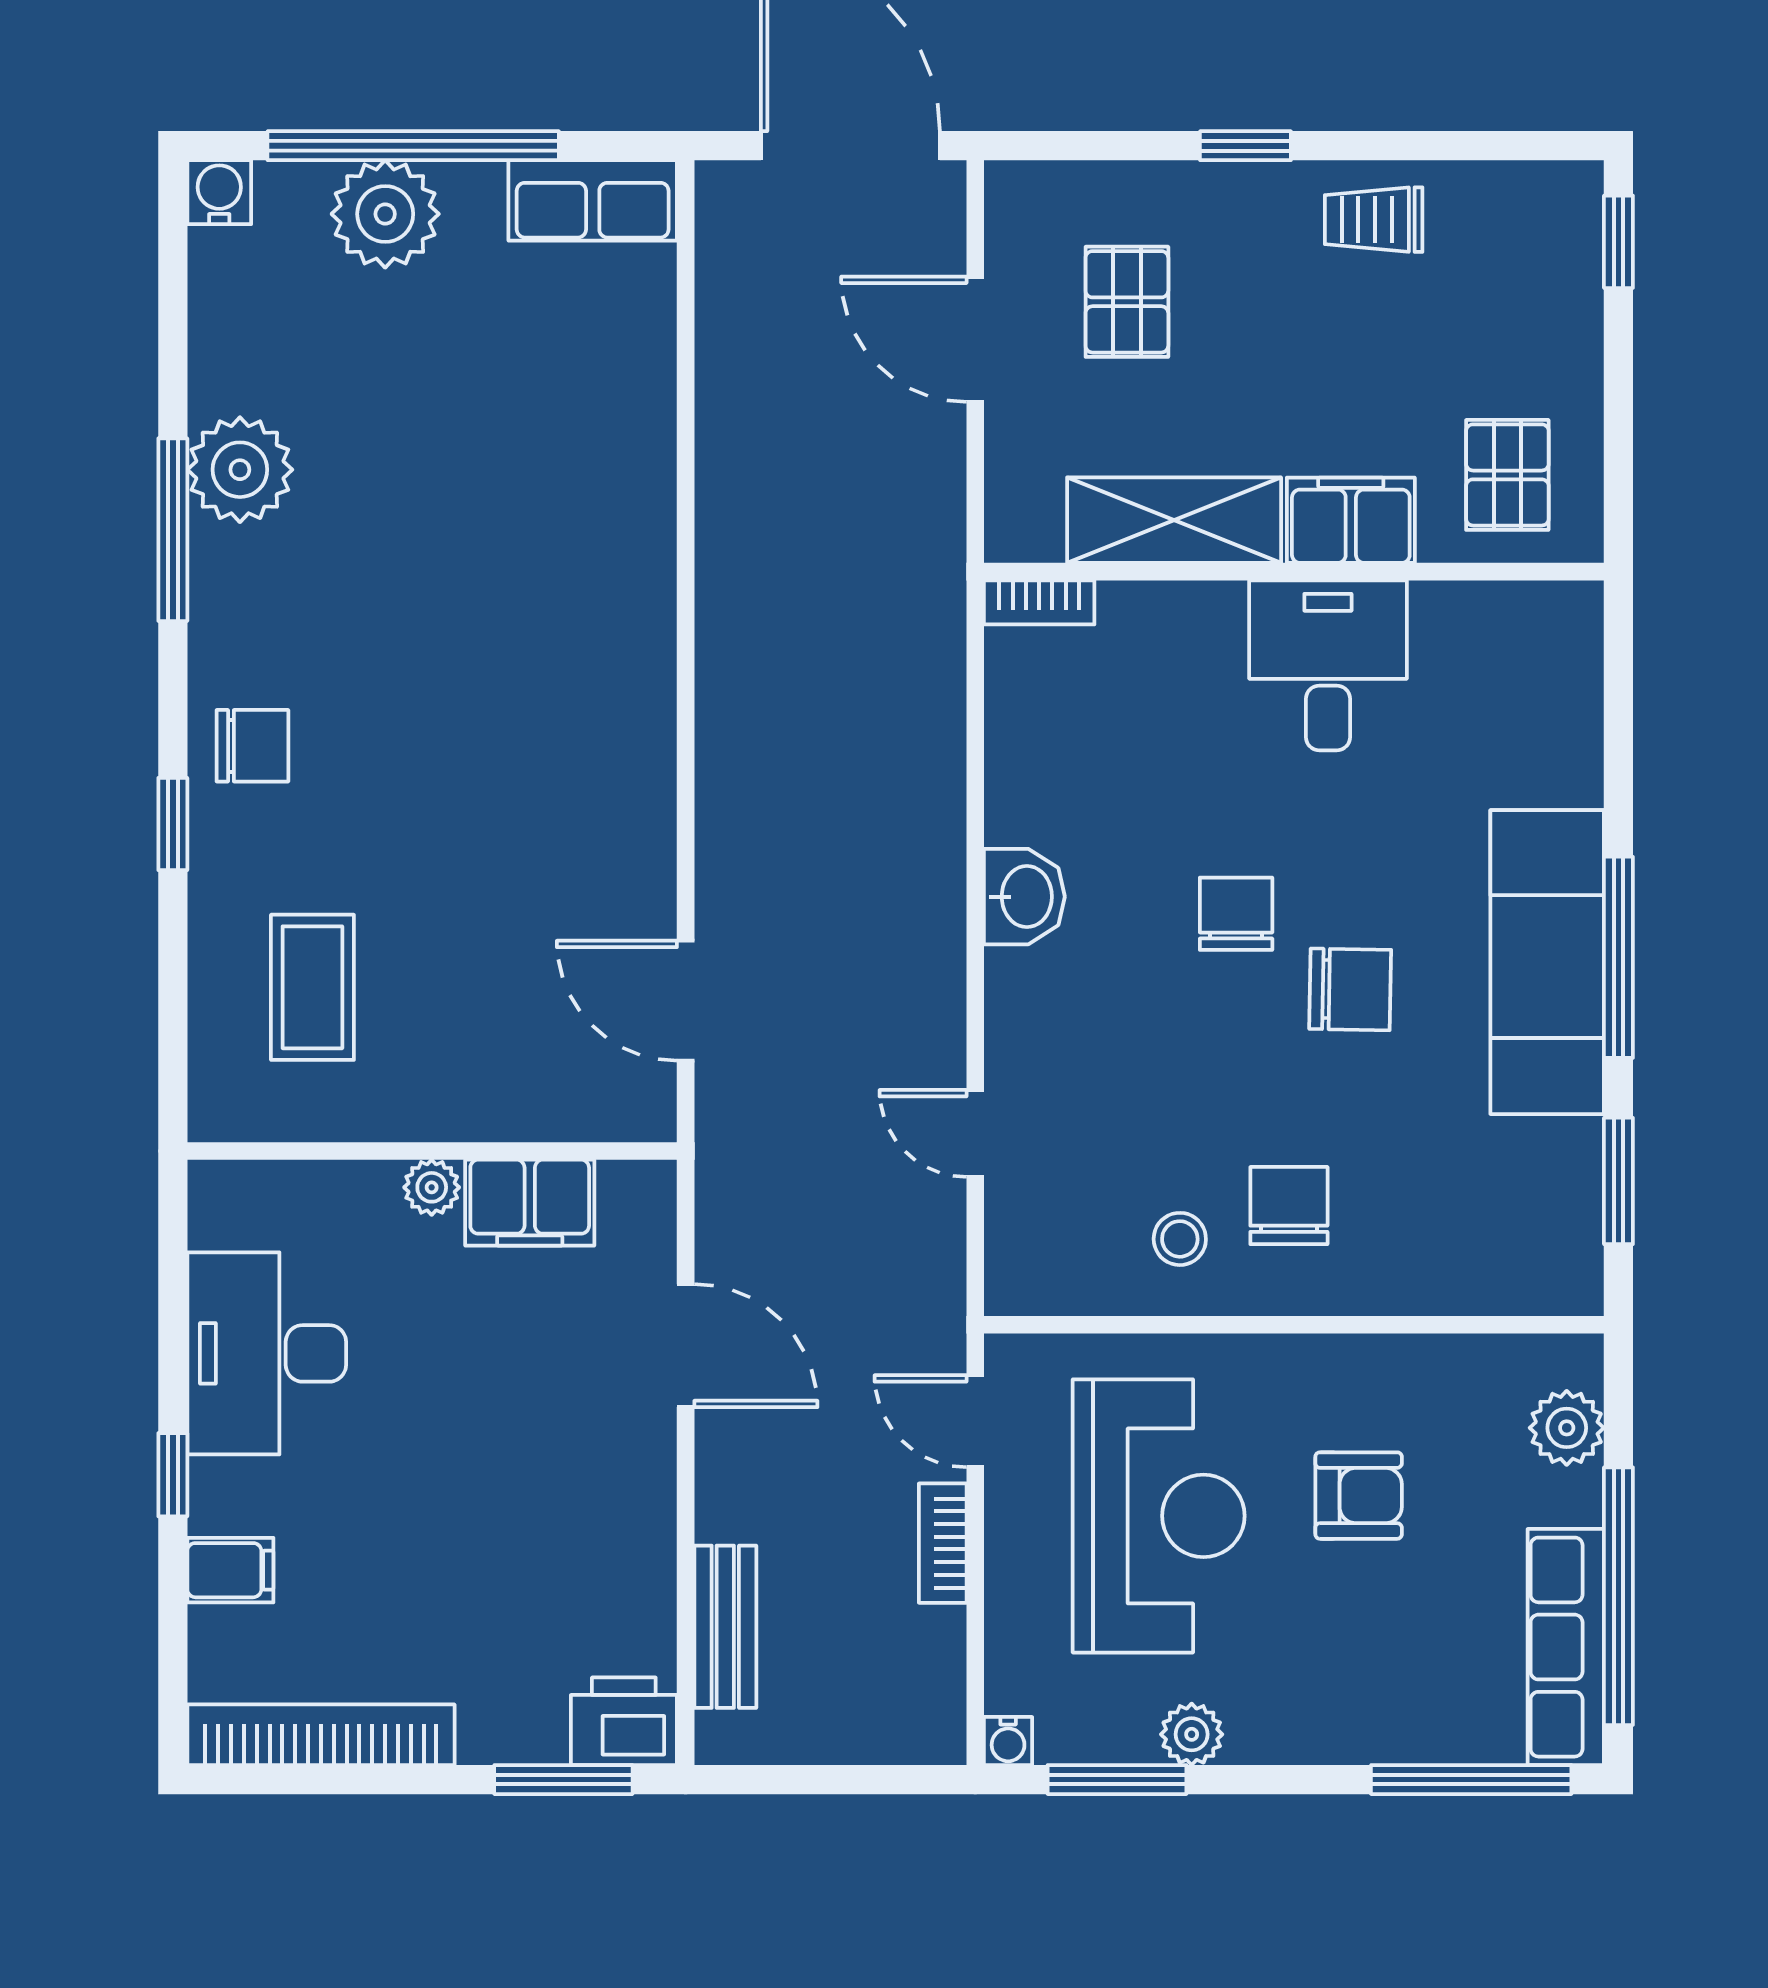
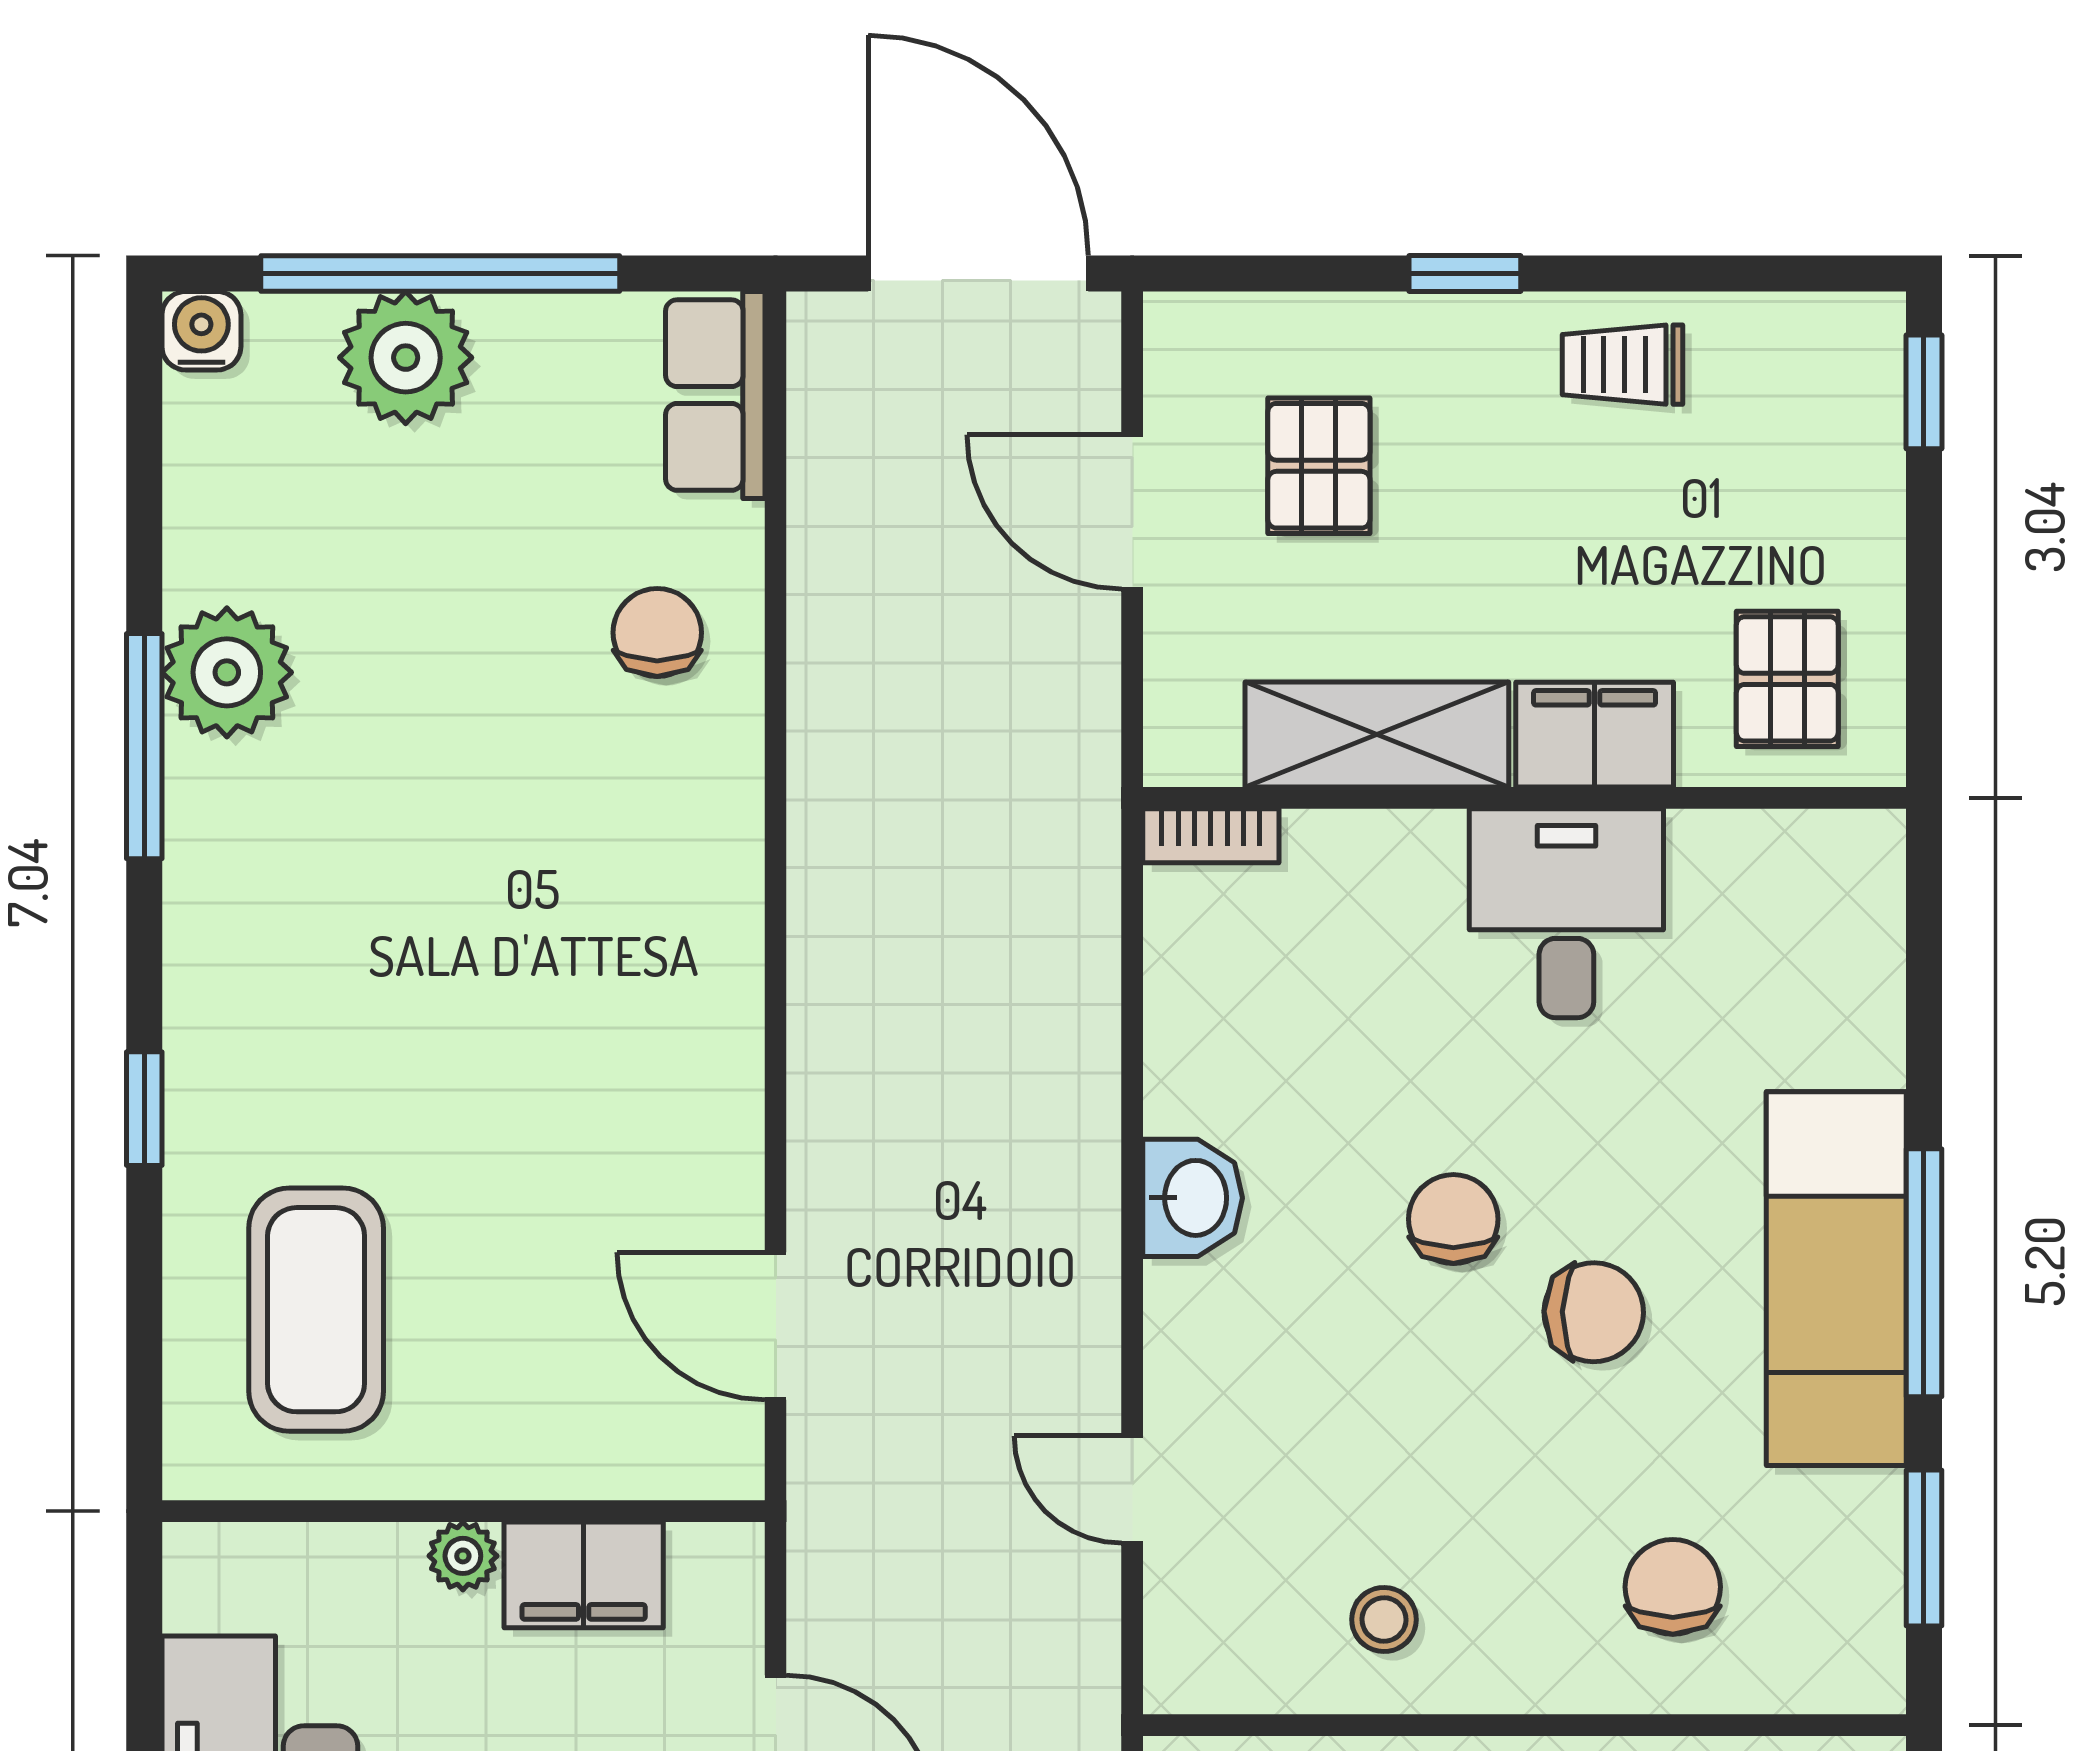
row of seats: (593, 200) -> (715, 395), moved, turned 90
chair: (252, 746) -> (657, 633), moved, turned -90
coffee table: (312, 987) -> (316, 1310), width x1.36, depth x1.32
chair: (1289, 1206) -> (1673, 1587), moved

